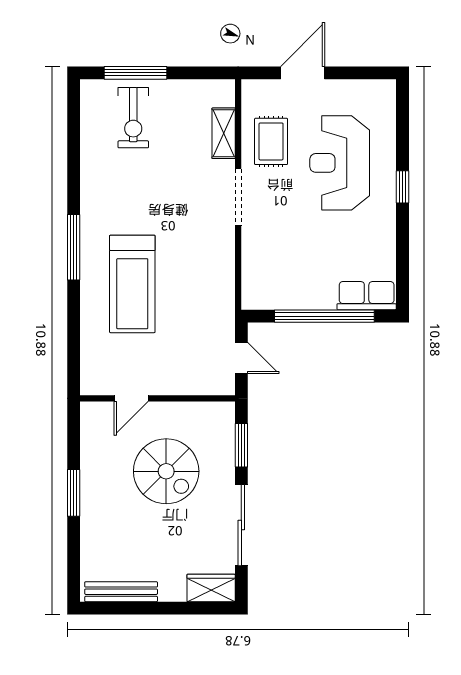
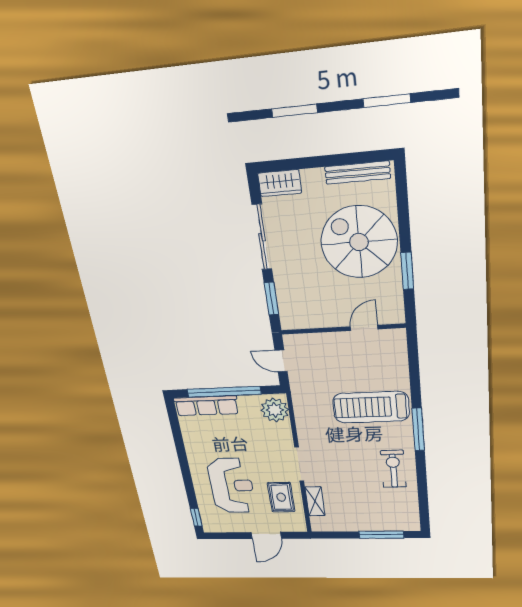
exercise bike: (133, 118) -> (393, 469), moved
window: (402, 187) -> (196, 517), moved
treadmill: (132, 284) -> (371, 407), turned -90
plant: (260, 285) -> (275, 410), added
row of seats: (367, 296) -> (206, 406), width x1.48
spiral stairs: (166, 471) -> (359, 242), moved, width x1.37, depth x1.37
window: (74, 493) -> (407, 271), moved

